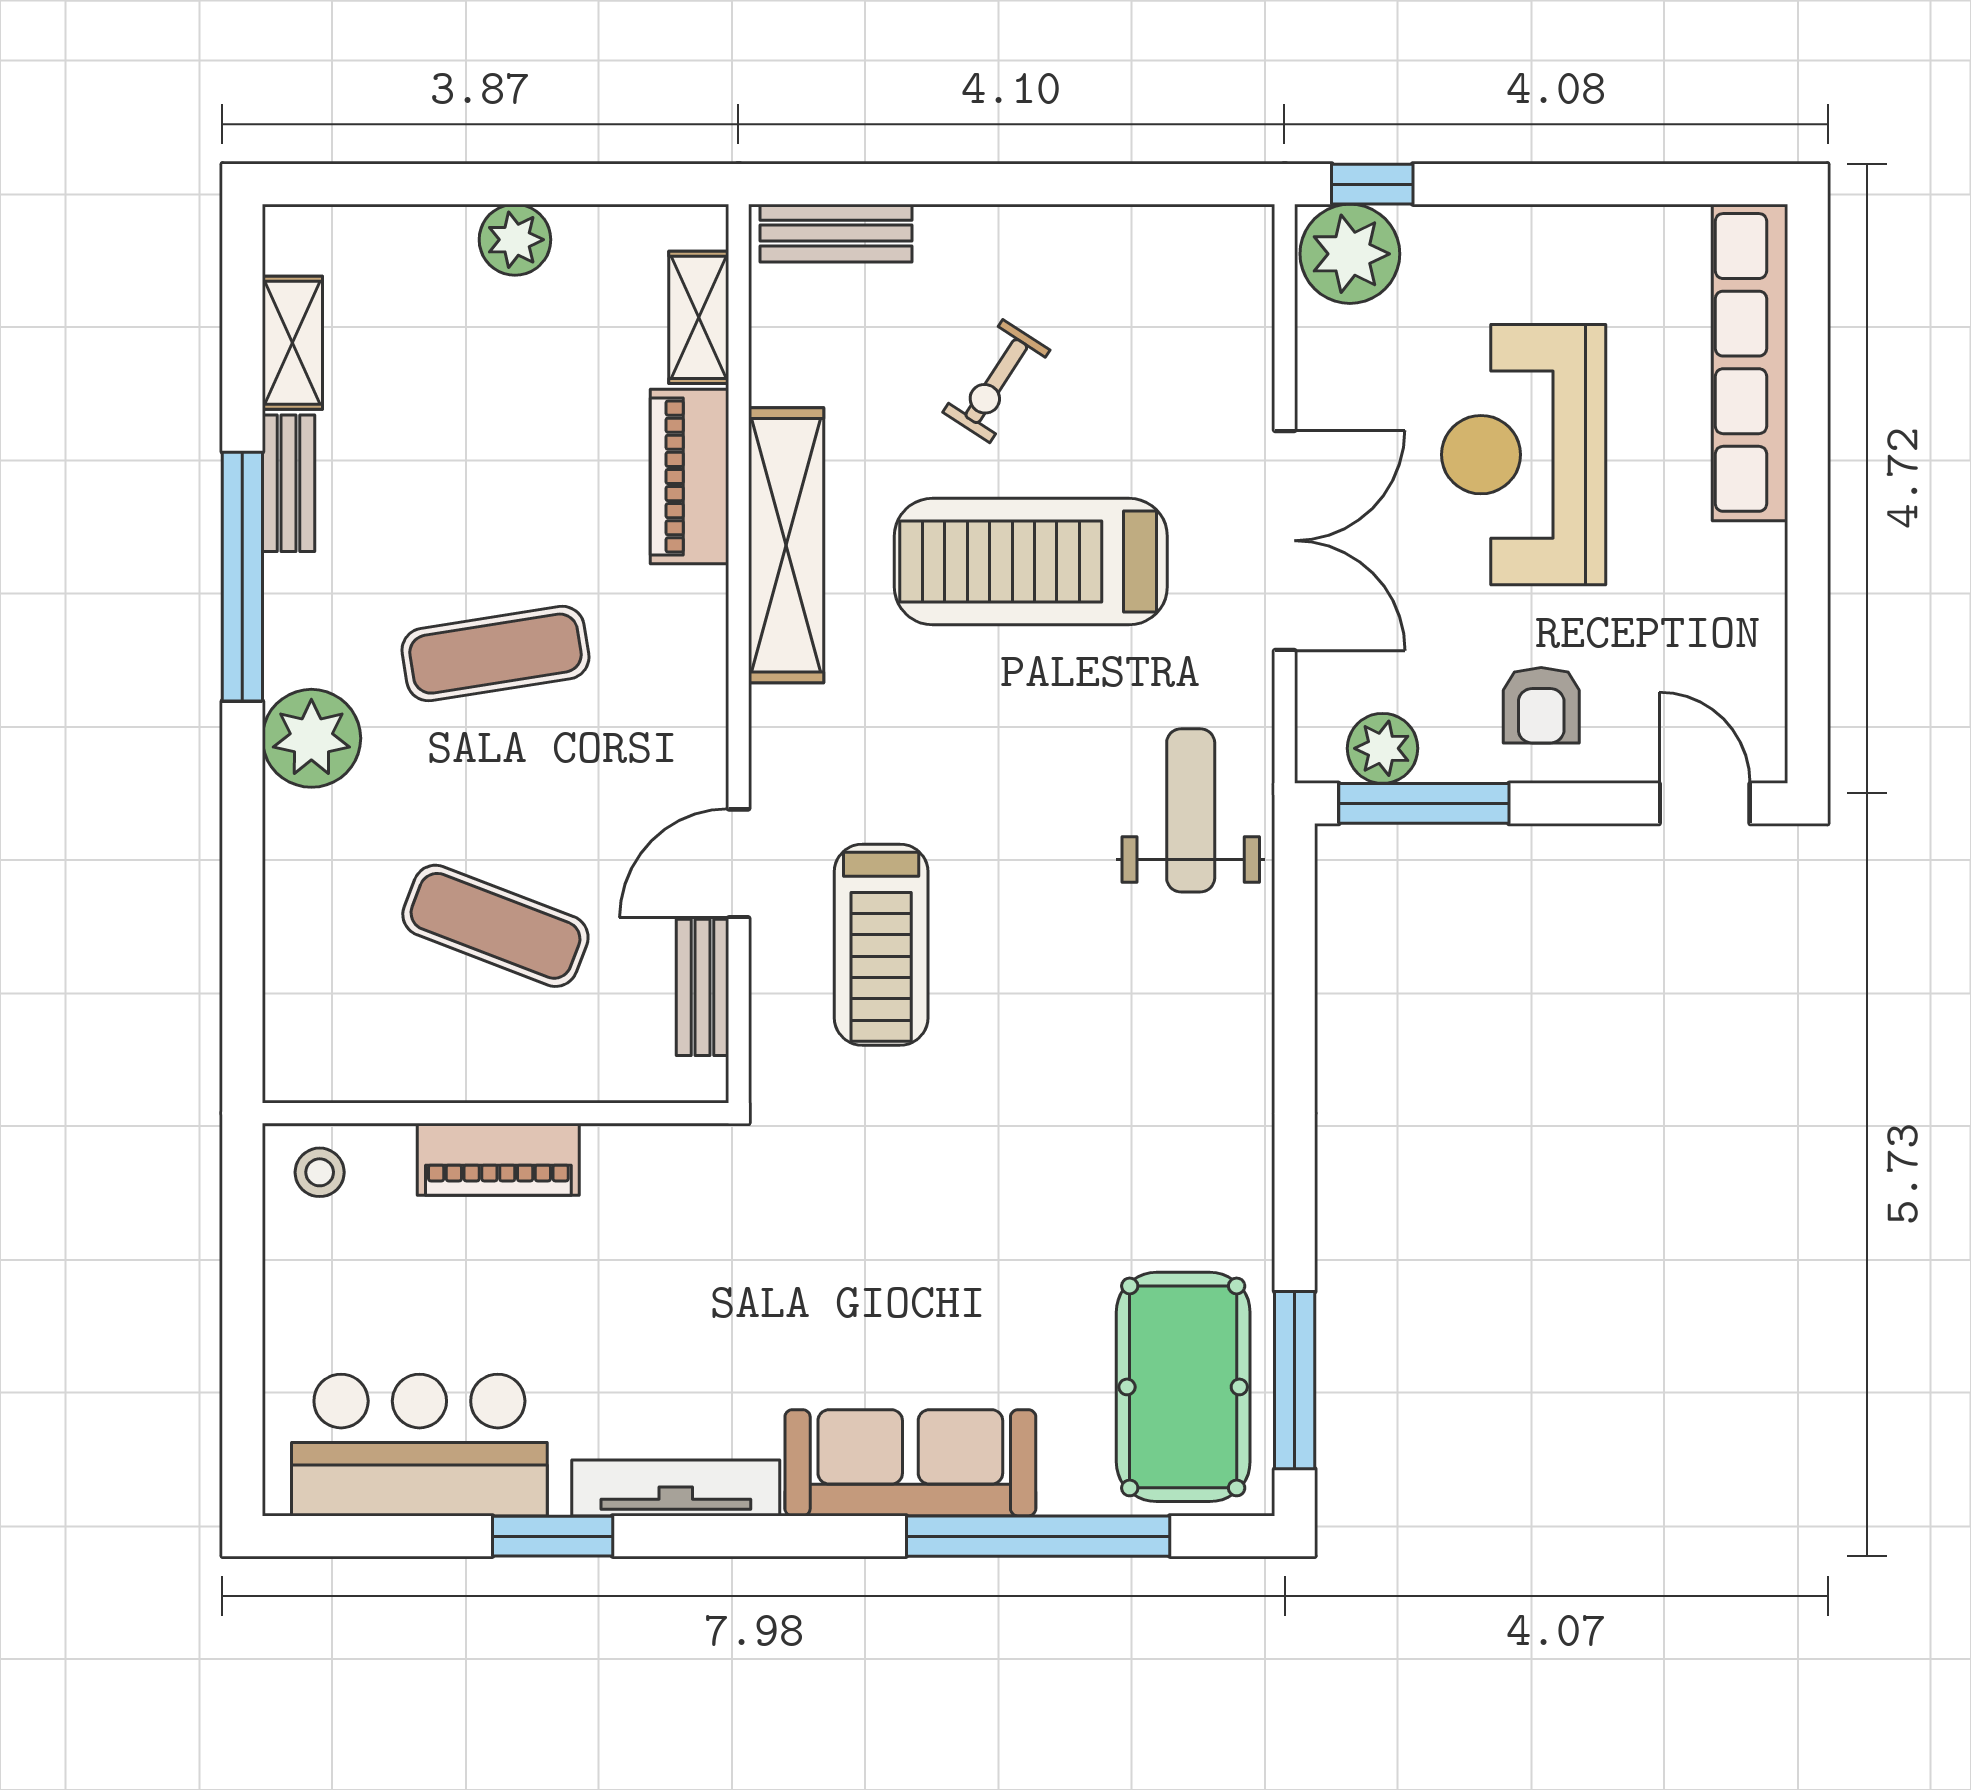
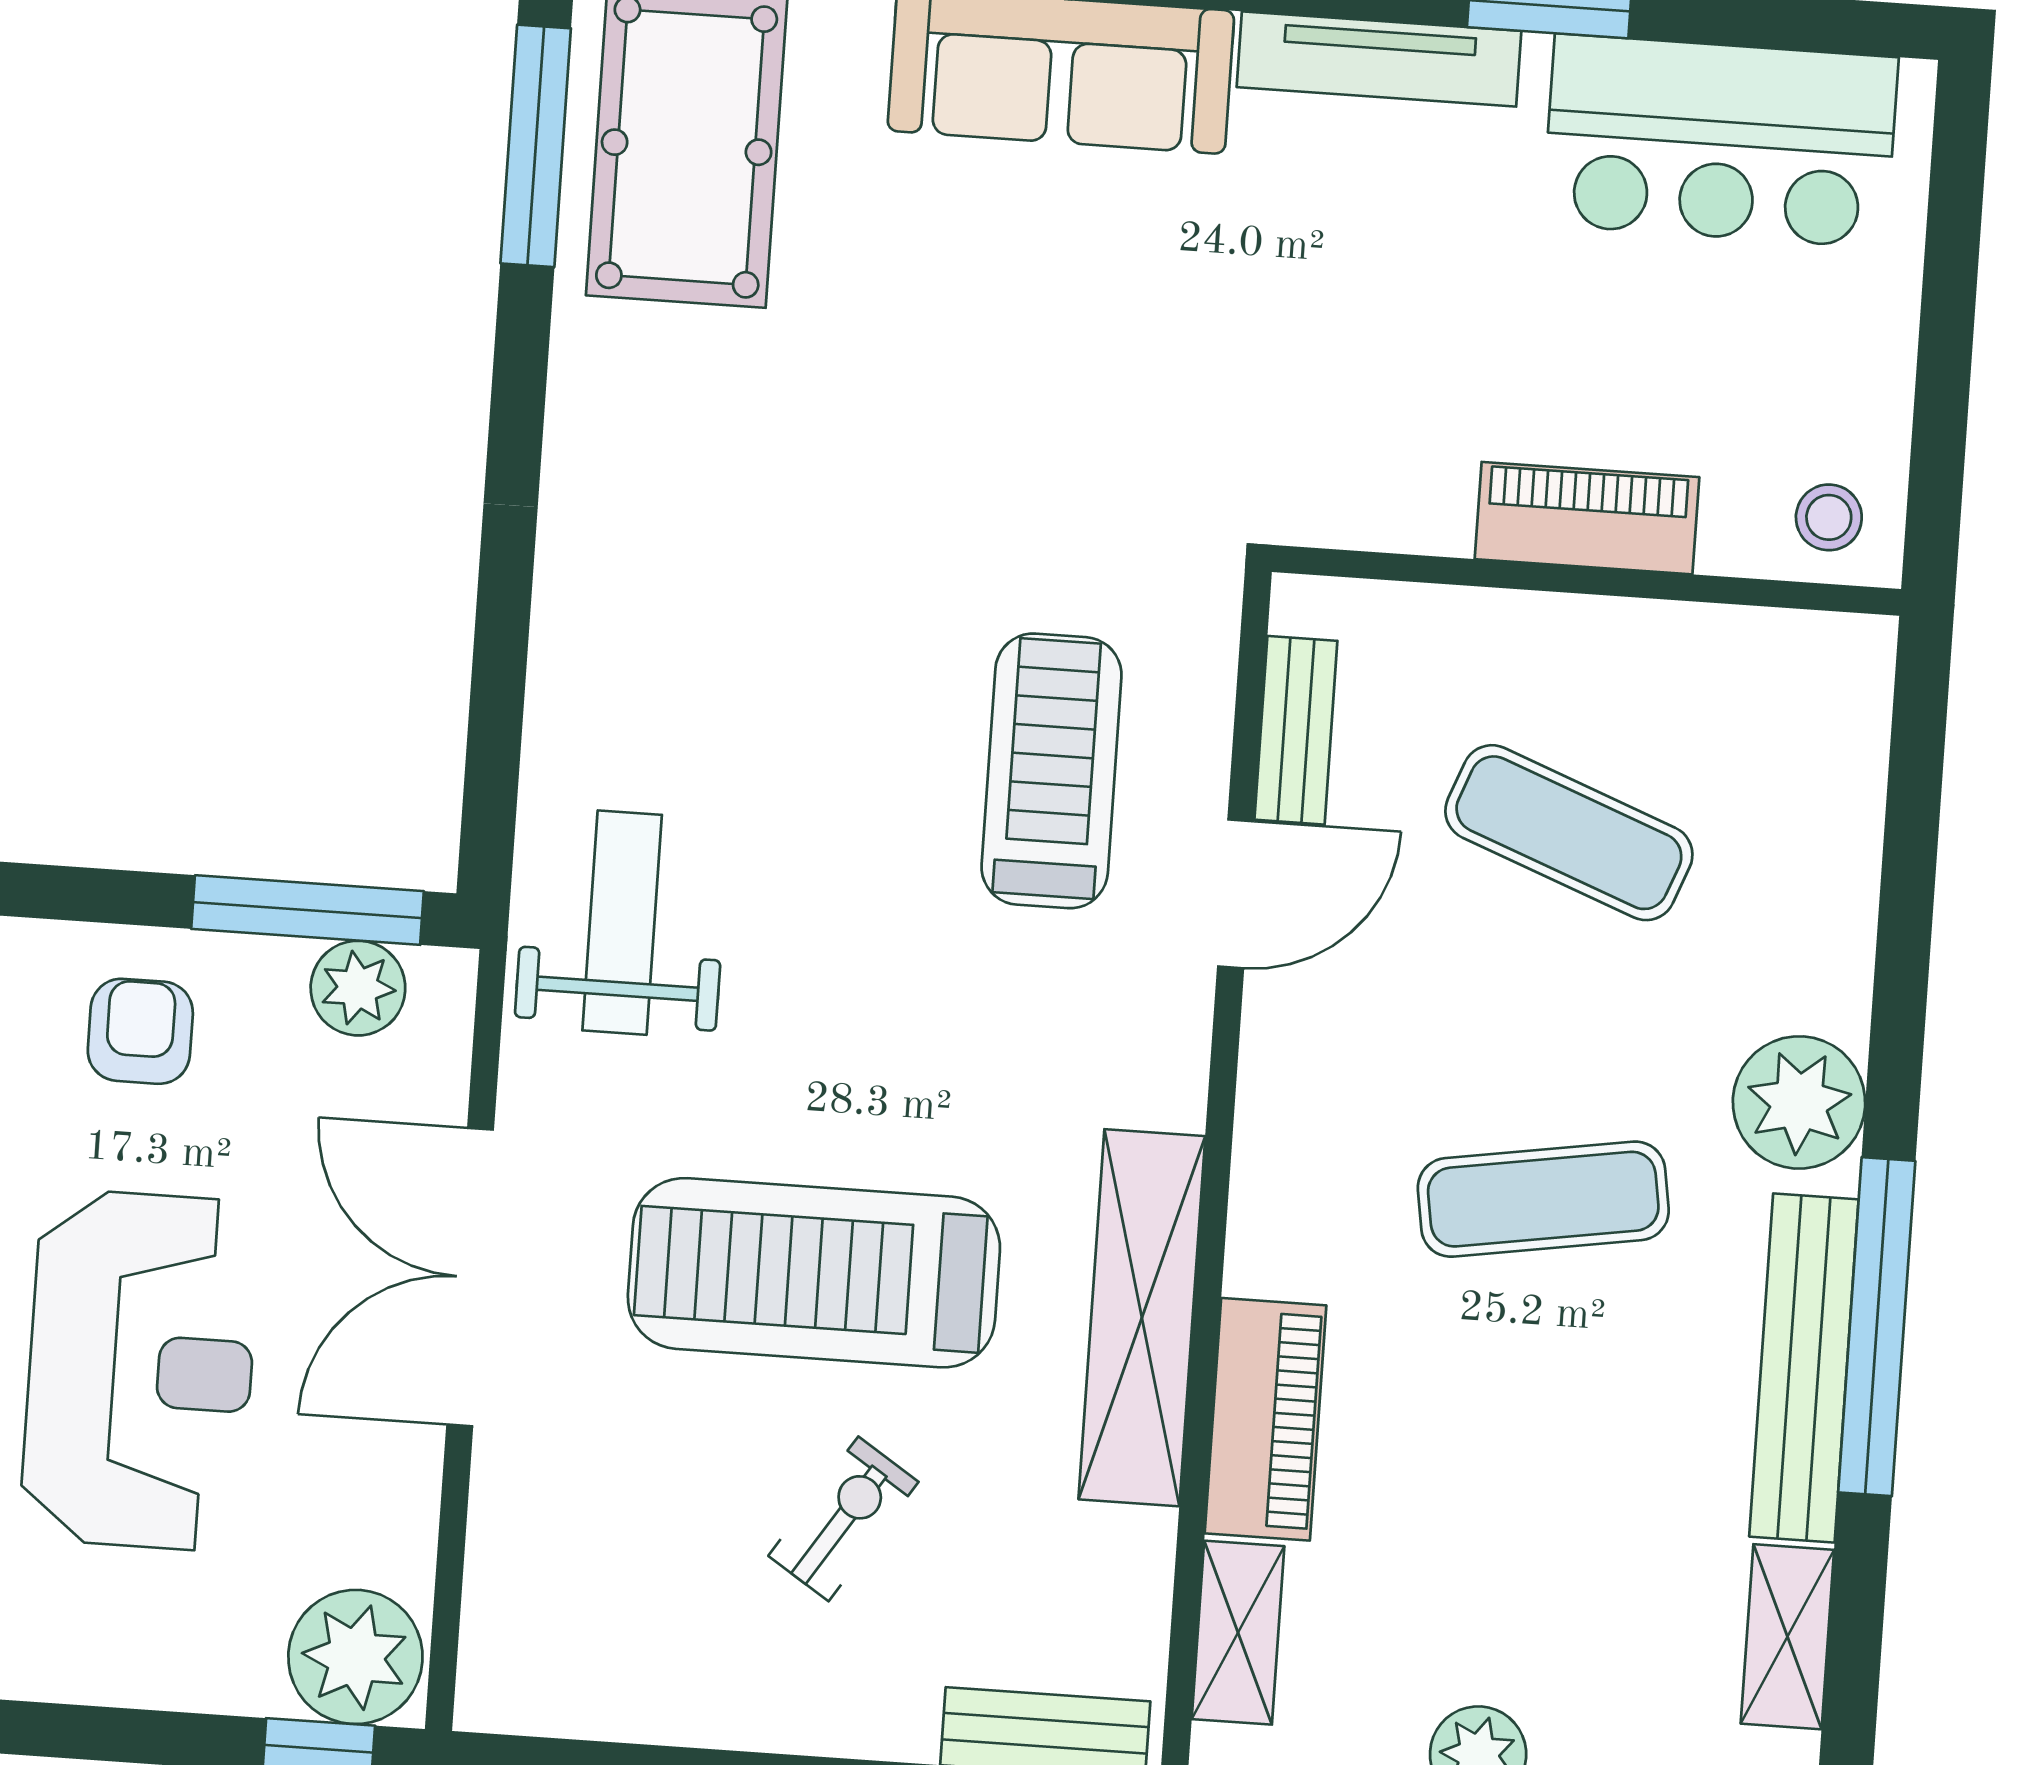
bench: (288, 483) -> (1804, 1368), width x1.86, depth x1.21
treadmill: (1031, 562) -> (814, 1273), turned 180
weight bench: (1191, 810) -> (622, 923), turned 180

